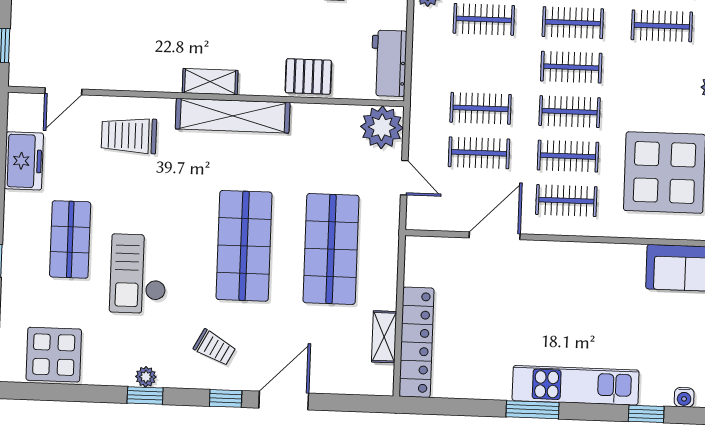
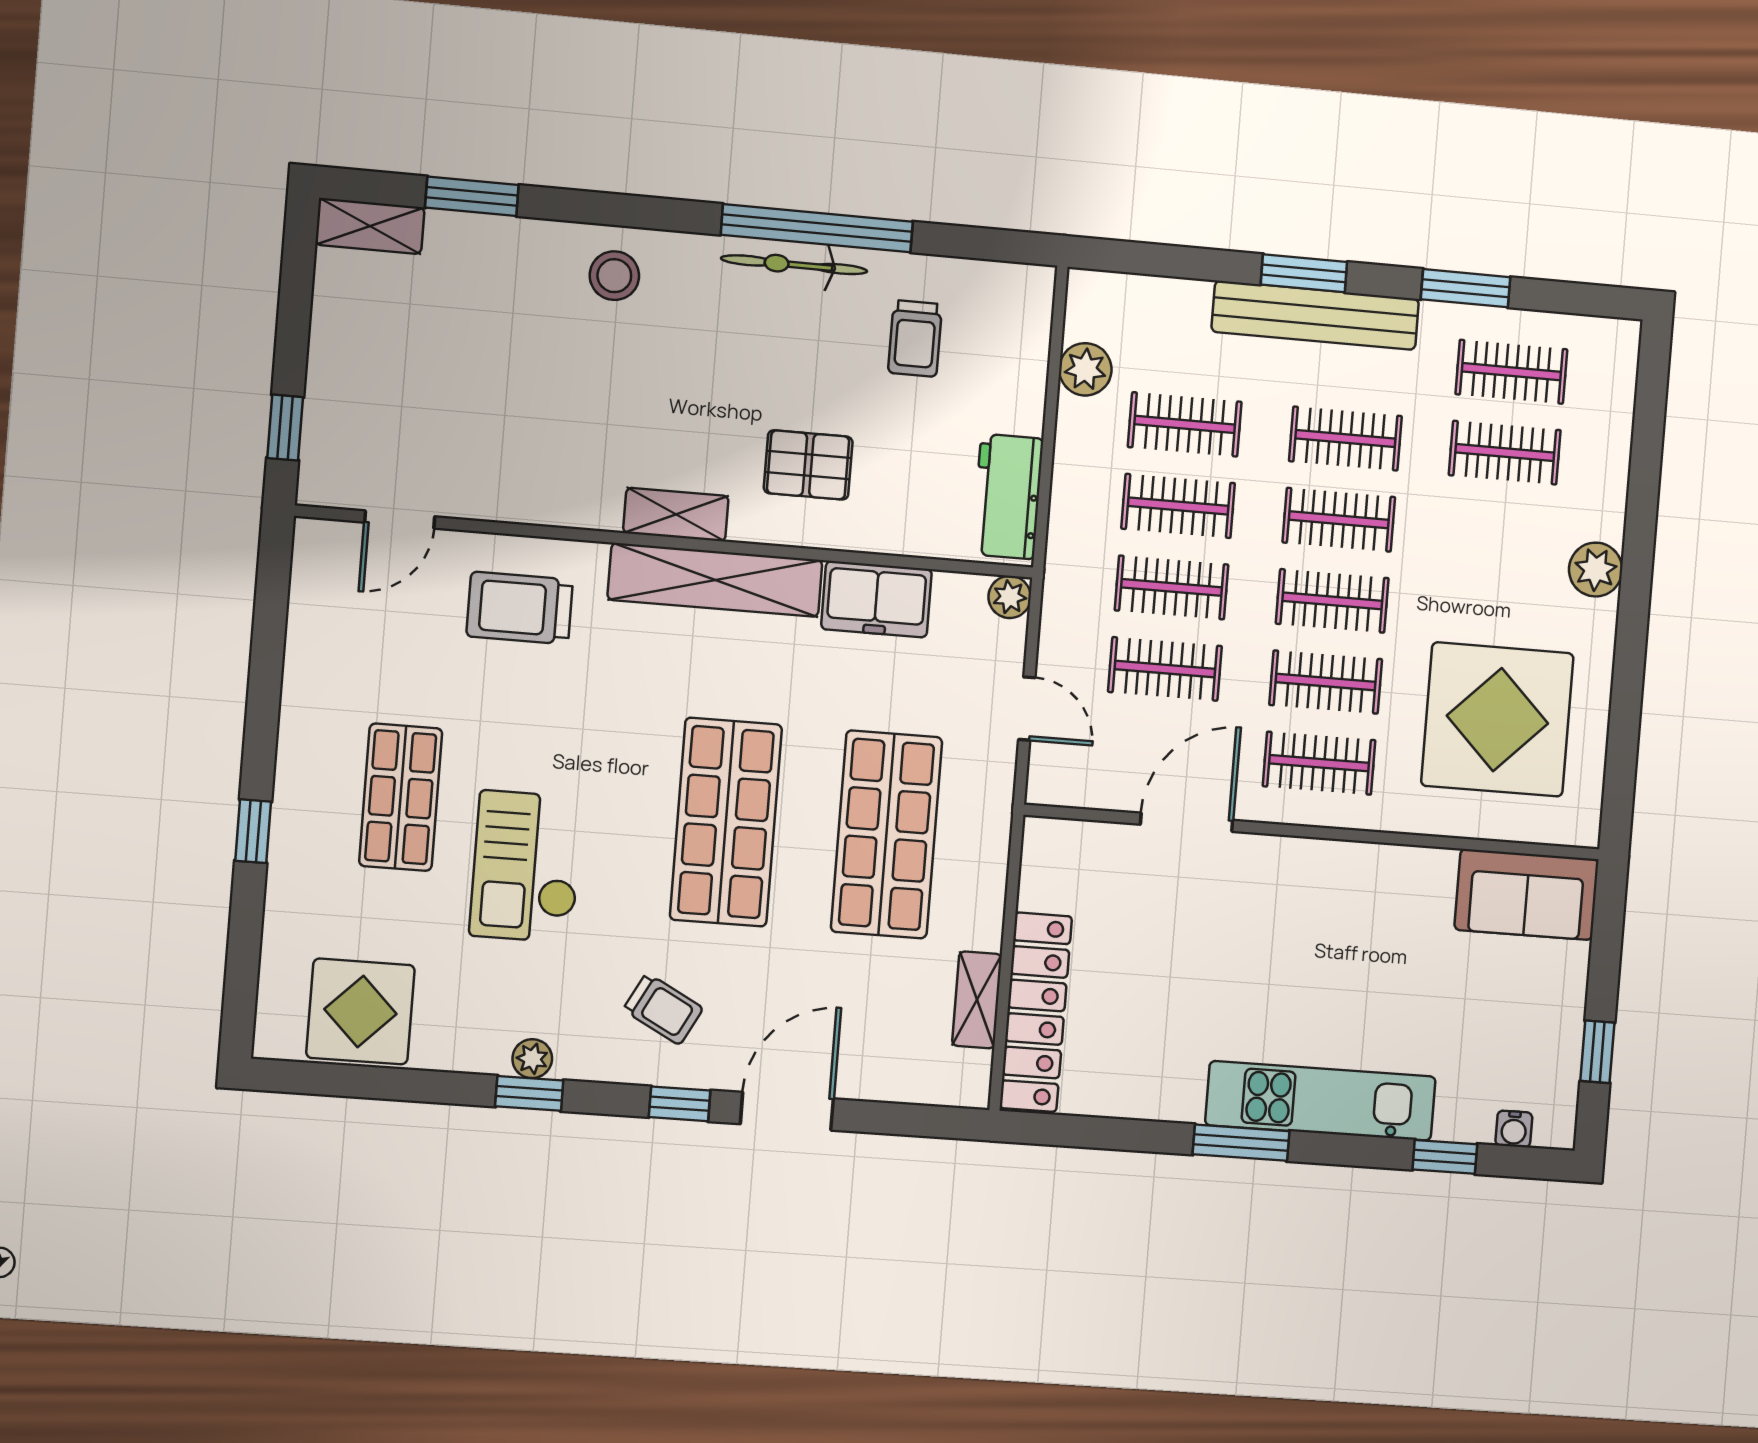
clothes rail: (482, 64) -> (1178, 506), added
pallet: (308, 76) -> (808, 465), moved
plant: (382, 127) -> (1010, 597), width x0.53, depth x0.53
freezer: (24, 161) -> (877, 599), moved, turned 90

